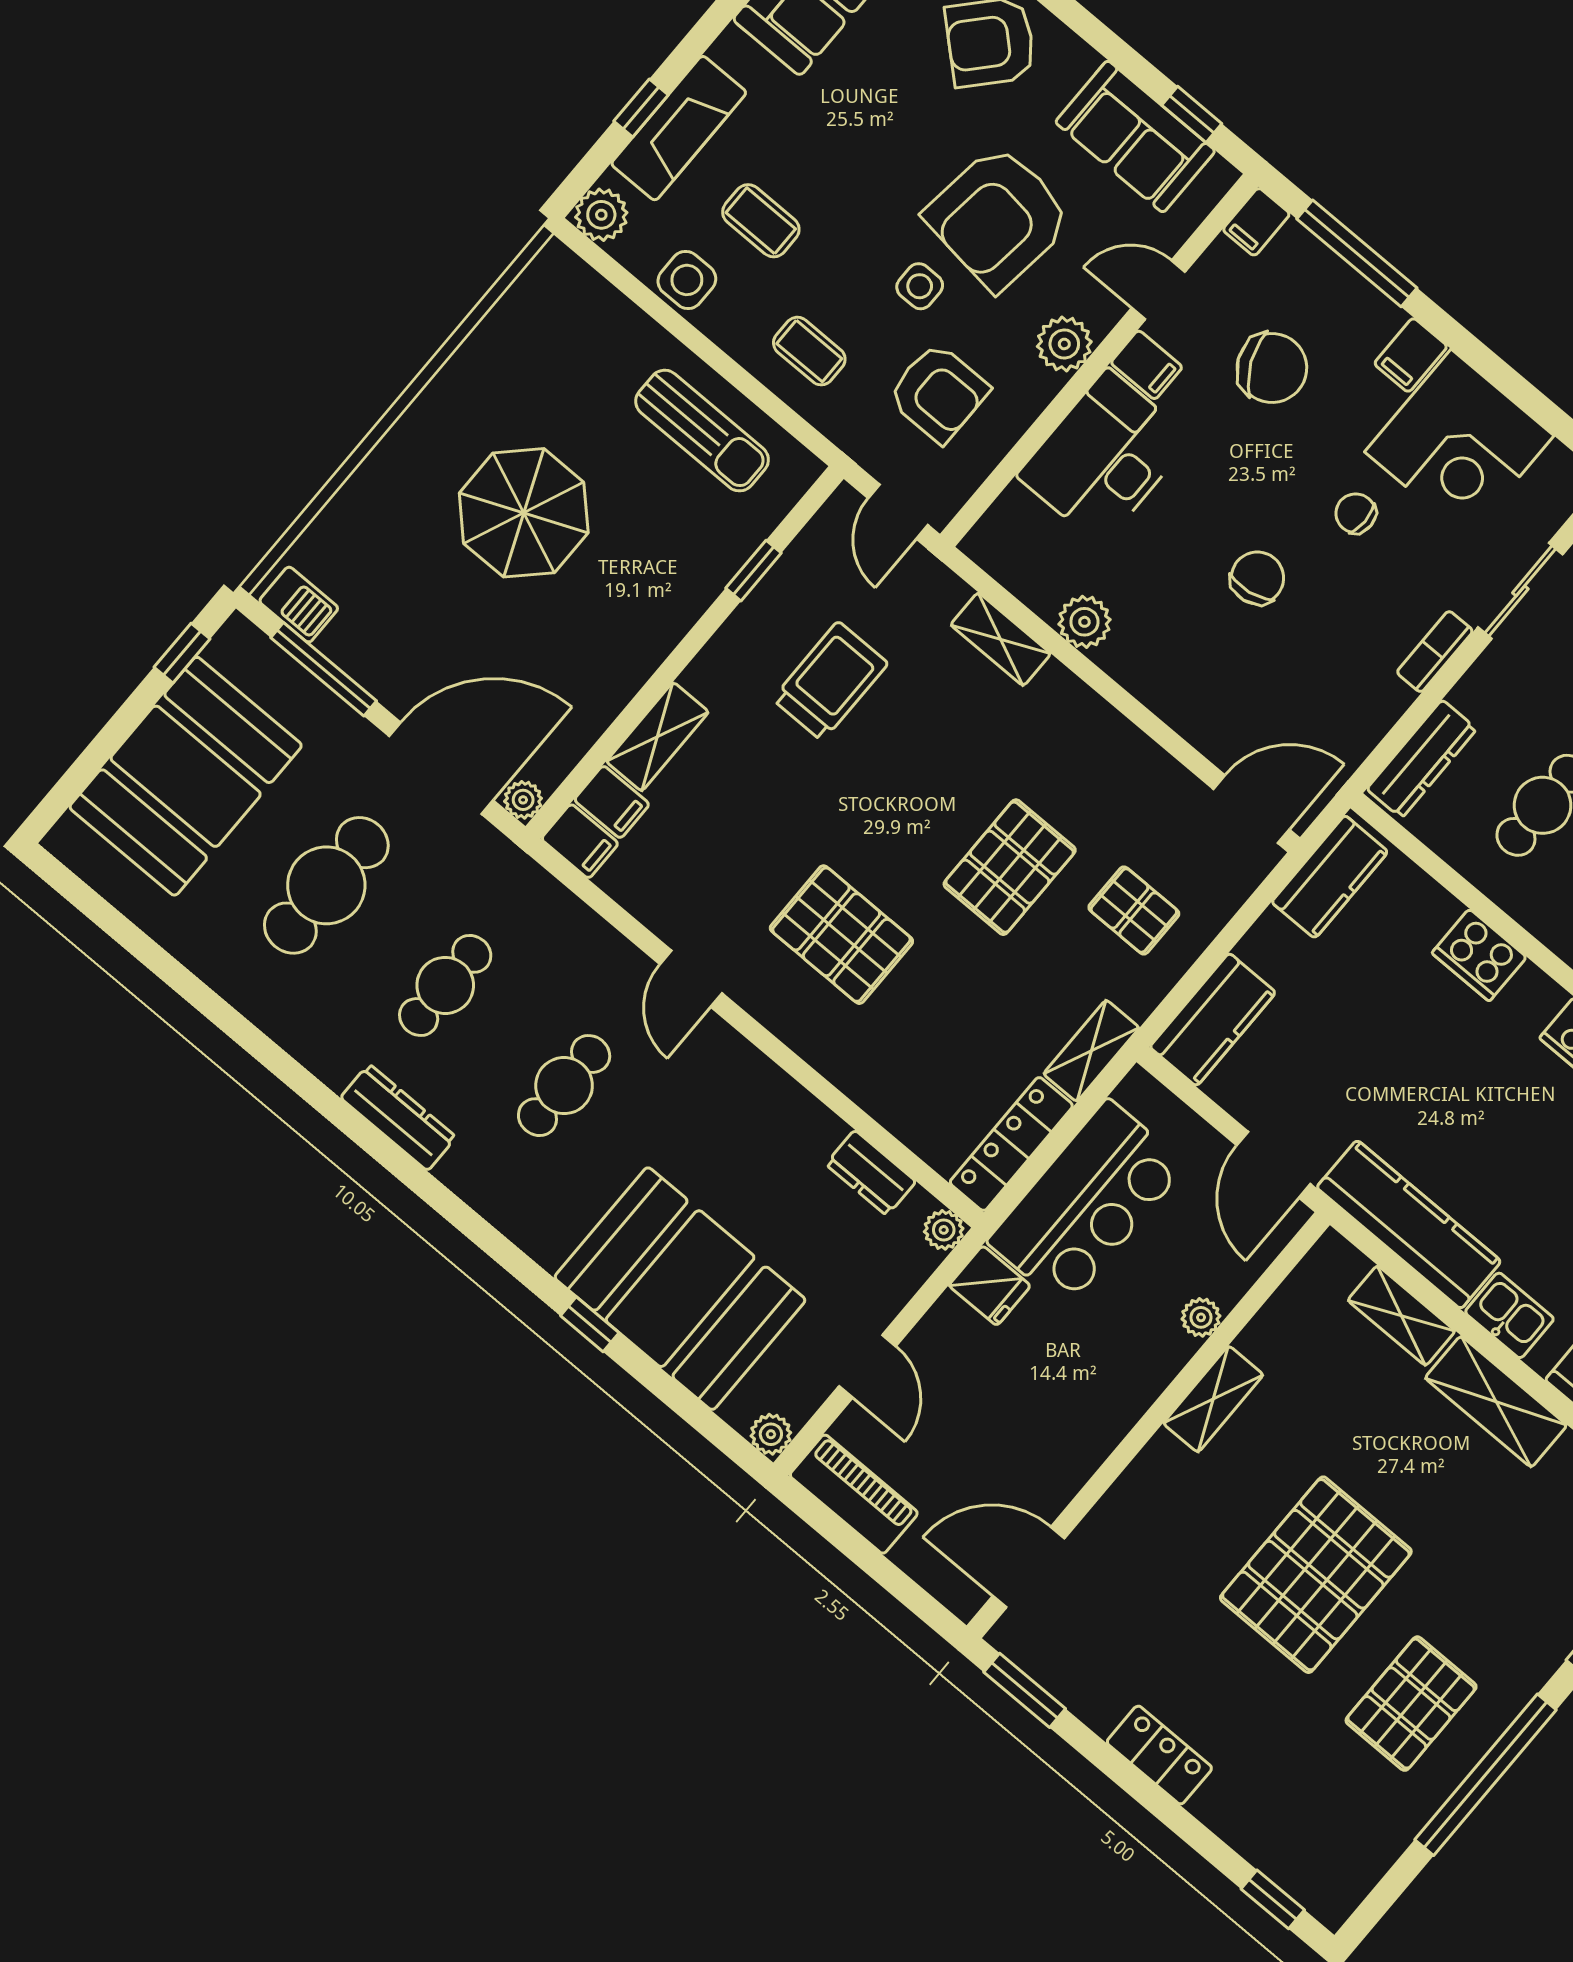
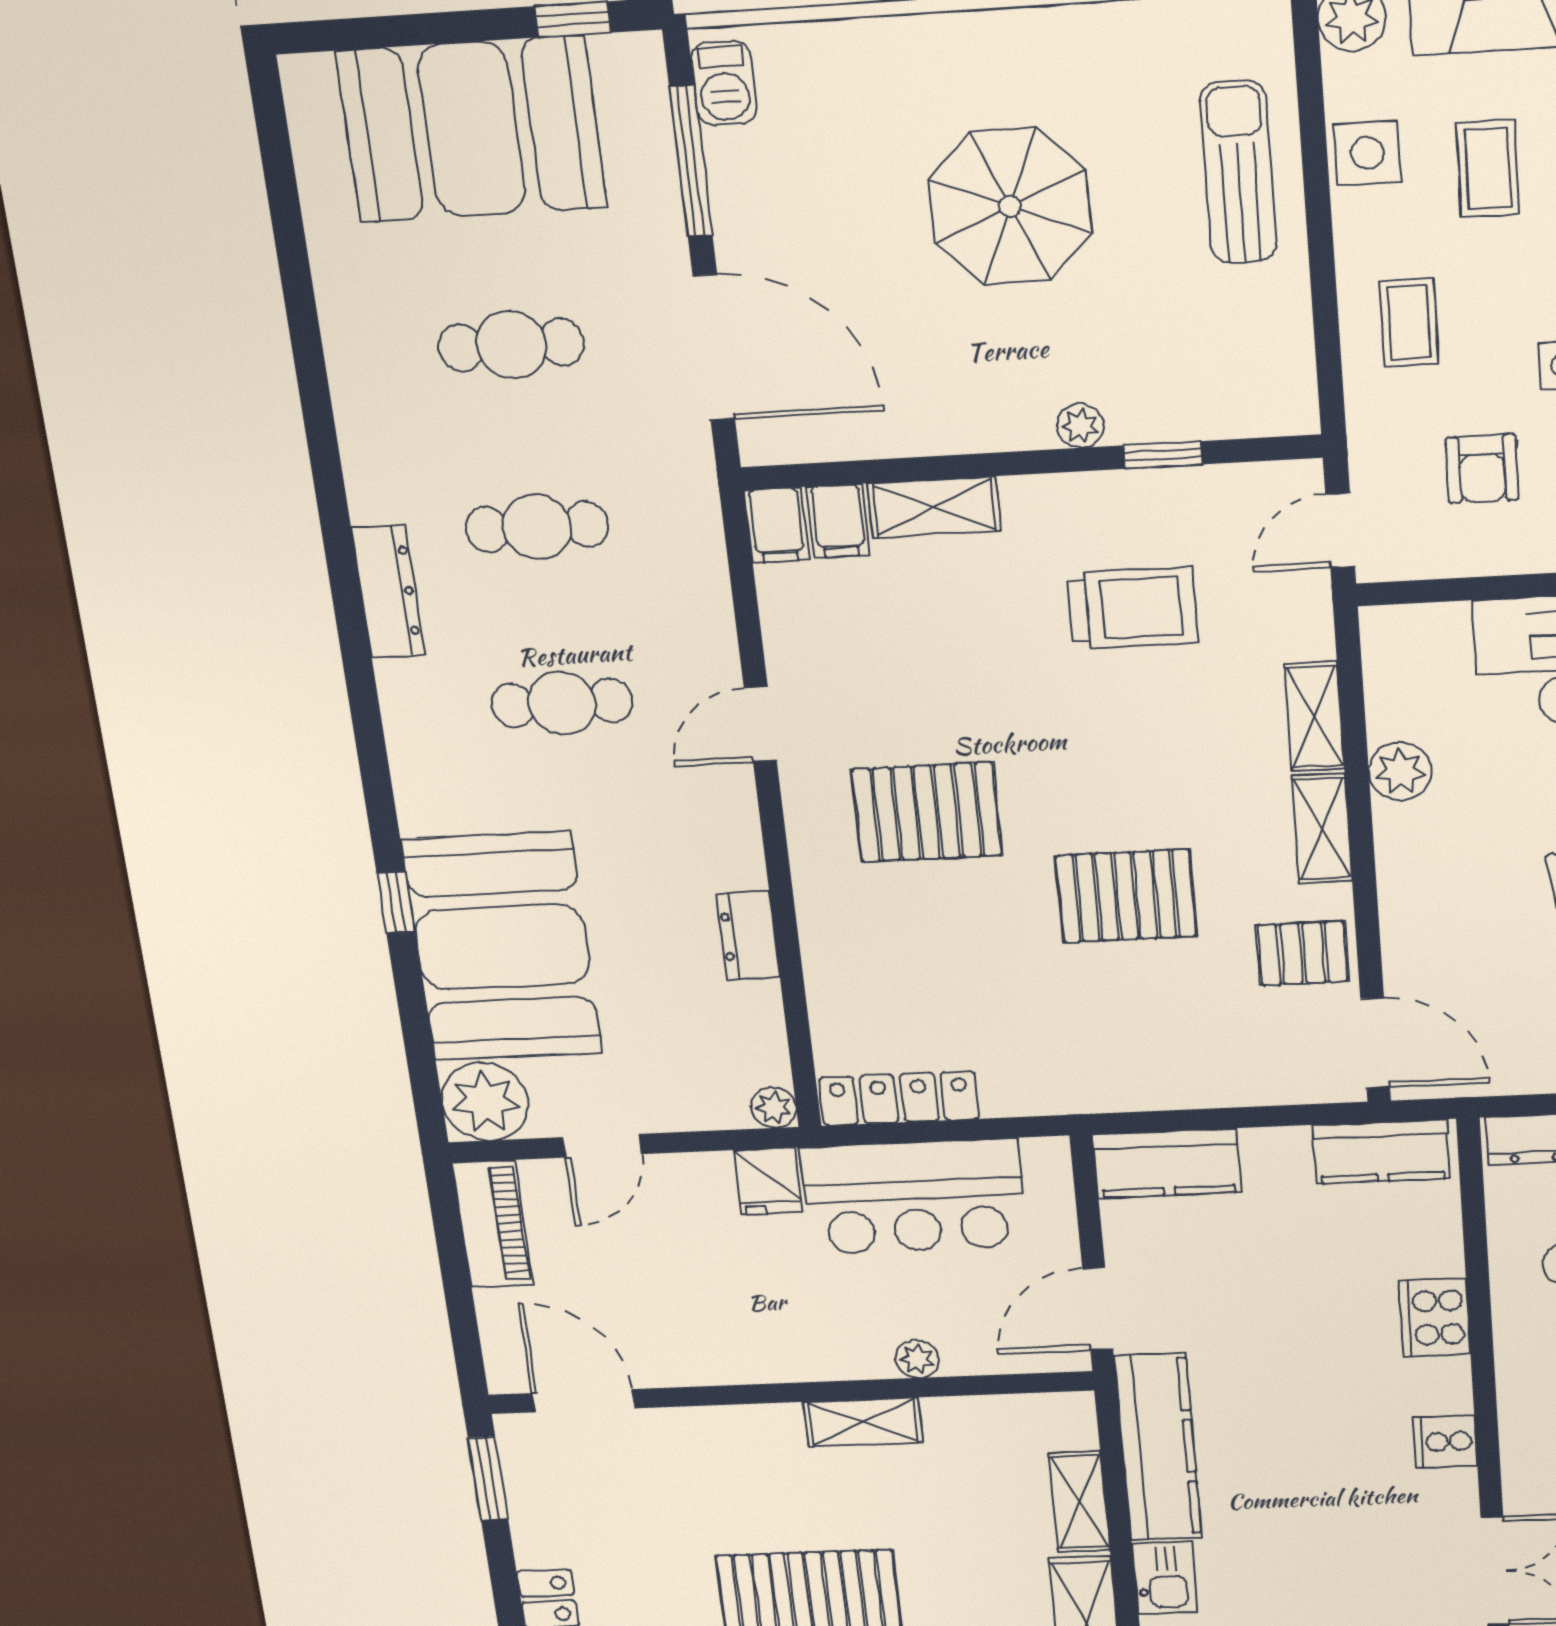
armchair: (938, 393) -> (1482, 469), width x0.72, depth x0.72
sun lounger: (702, 431) -> (1238, 172), moved, turned 180
plant: (523, 800) -> (1080, 426), moved
cafe table: (326, 885) -> (511, 345), width x0.73, depth x0.74
pallet: (1134, 911) -> (1303, 953), moved, turned 90
pallet: (841, 935) -> (927, 812), turned 90
shelving: (1091, 1051) -> (1322, 828), moved, turned 90
dresser: (871, 1173) -> (748, 936), moved
plant: (771, 1434) -> (485, 1102), width x1.87, depth x1.87

